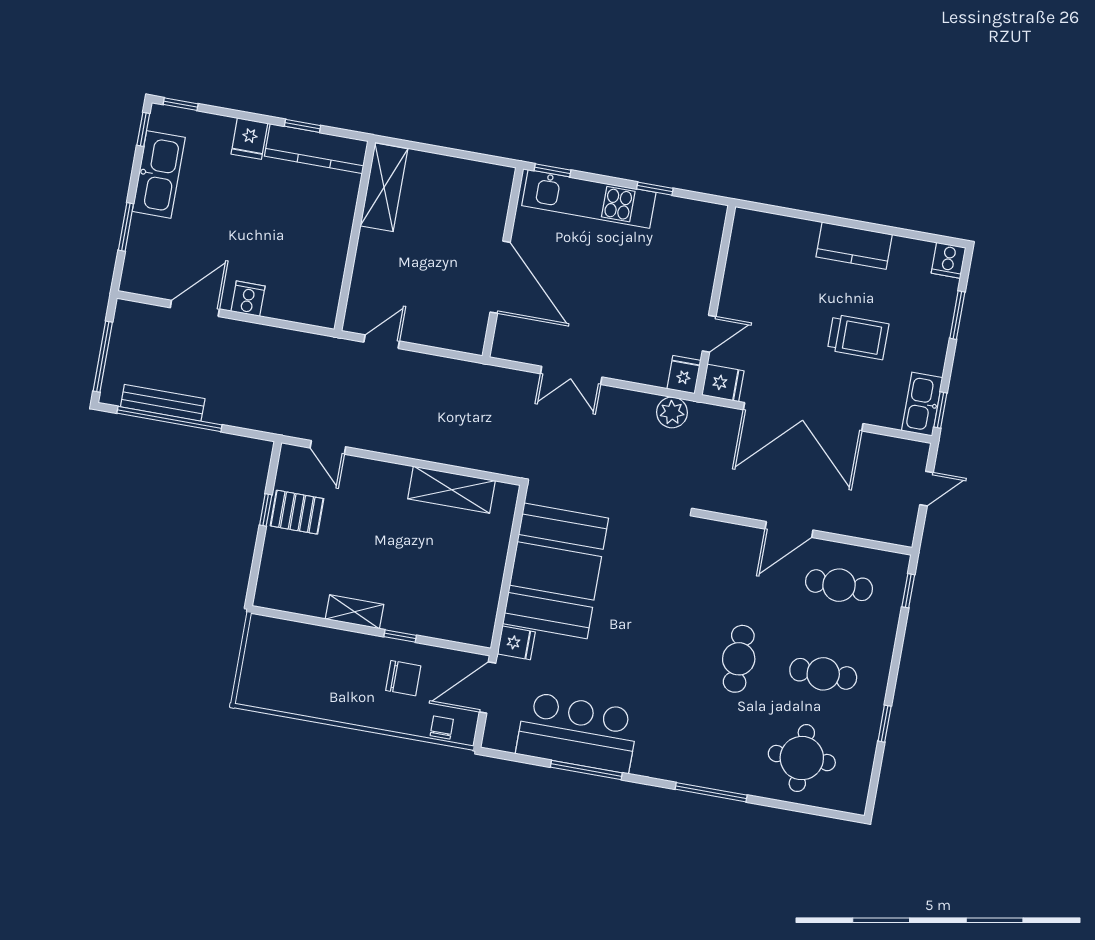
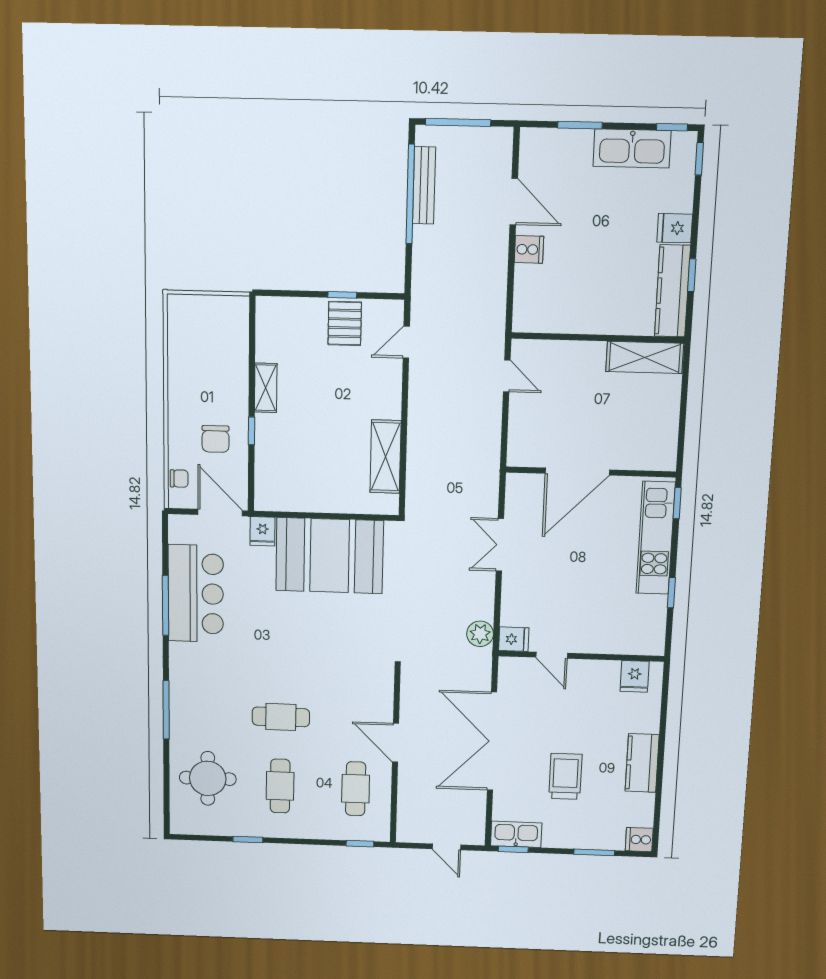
trolley: (858, 337) -> (565, 776), turned 180
fridge: (723, 383) -> (635, 676), moved

